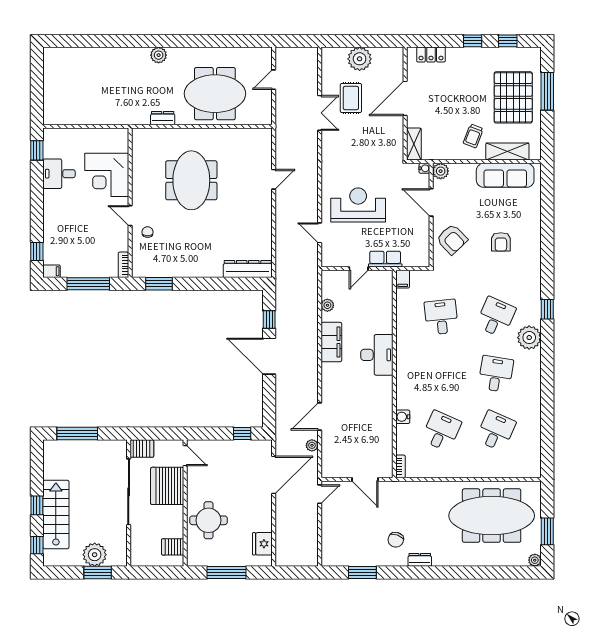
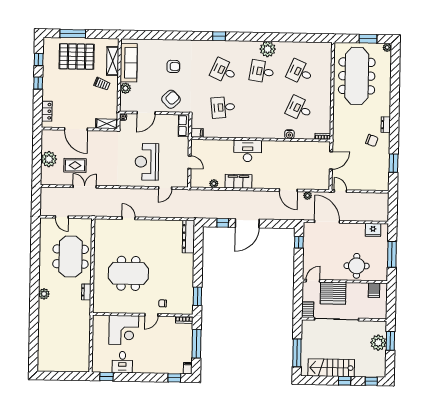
plant: (441, 171) -> (125, 88), moved
row of seats: (385, 259) -> (184, 126), moved
plant: (529, 338) -> (268, 49), moved
stairs: (56, 515) -> (331, 368), moved

